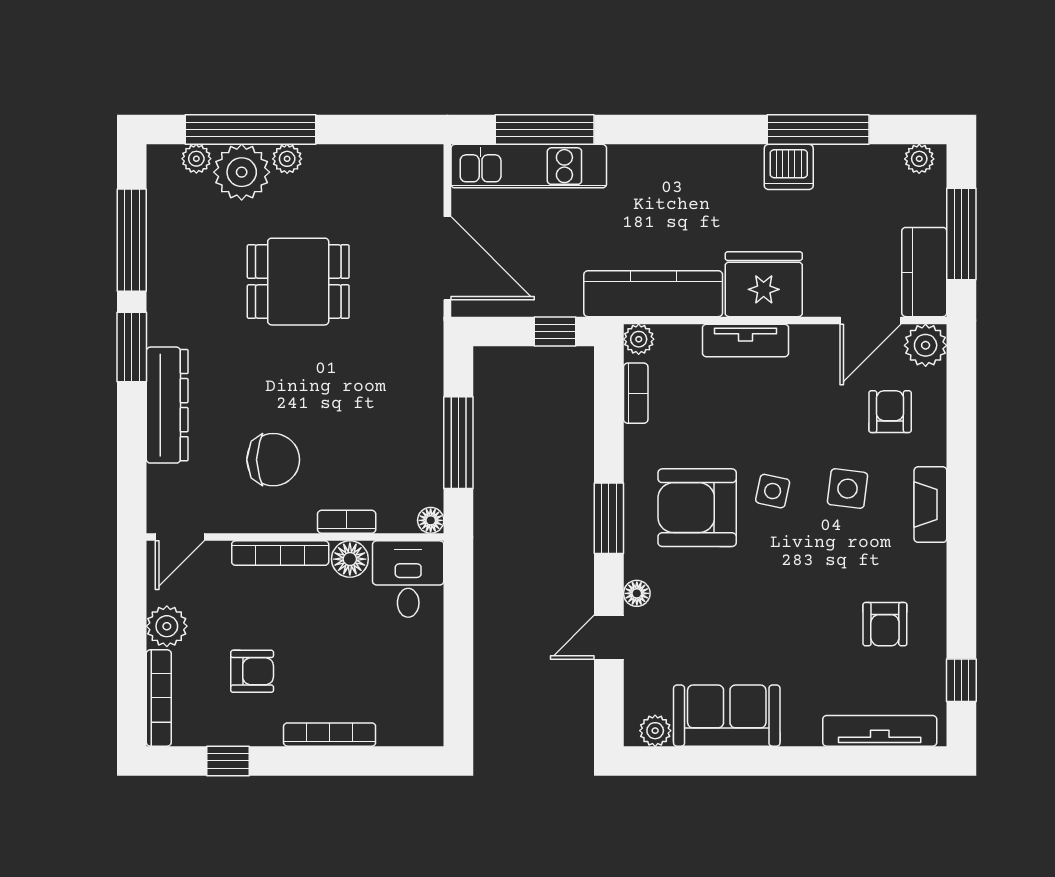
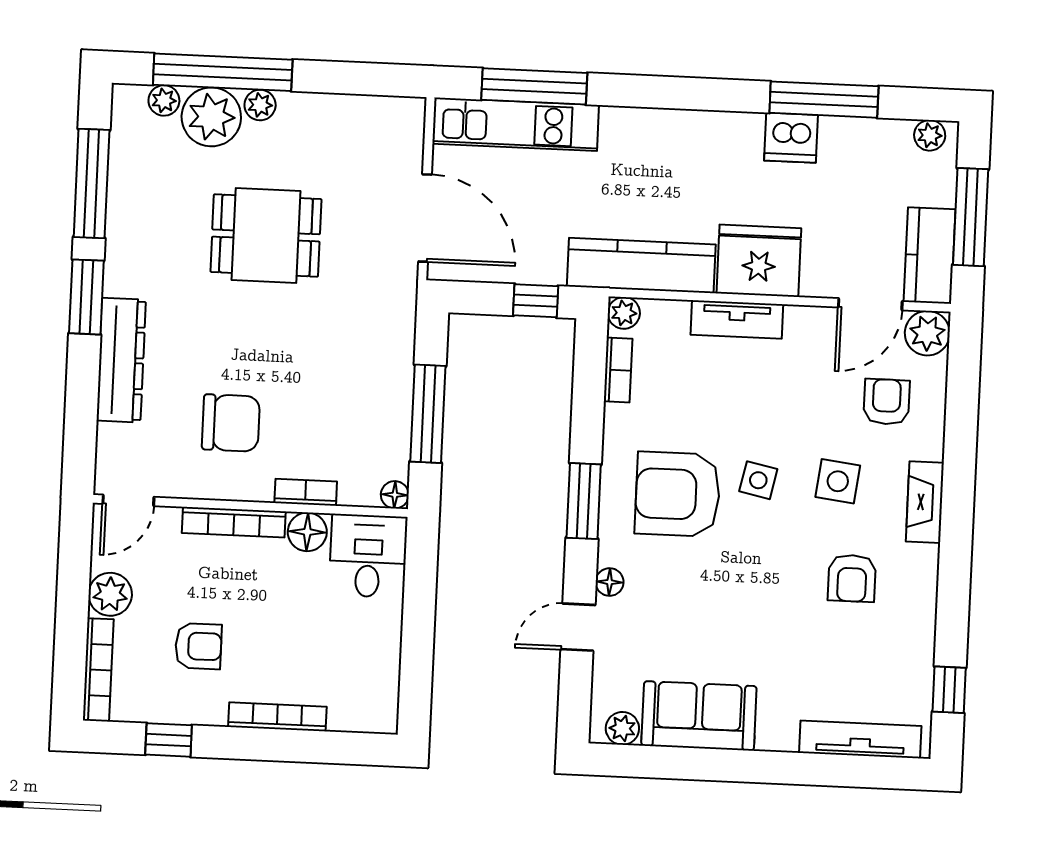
armchair: (885, 624) -> (852, 578), moved

